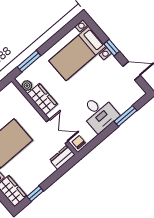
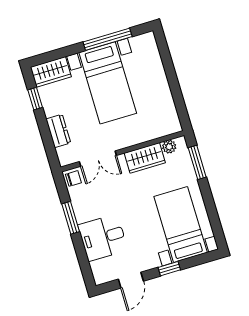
desk: (99, 113) -> (103, 238), moved
window: (126, 116) -> (71, 218), moved
dresser: (62, 157) -> (58, 131), moved

